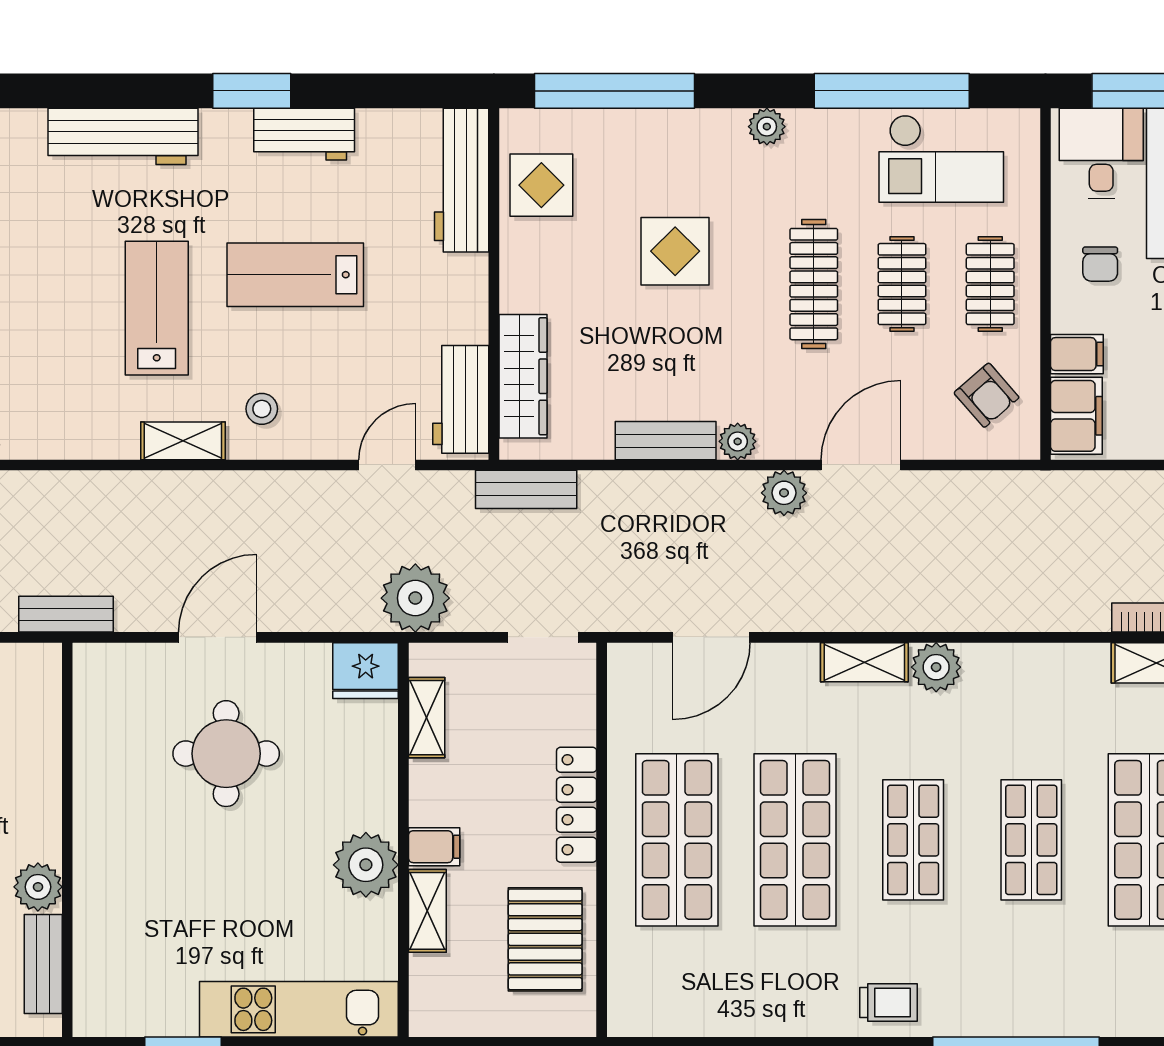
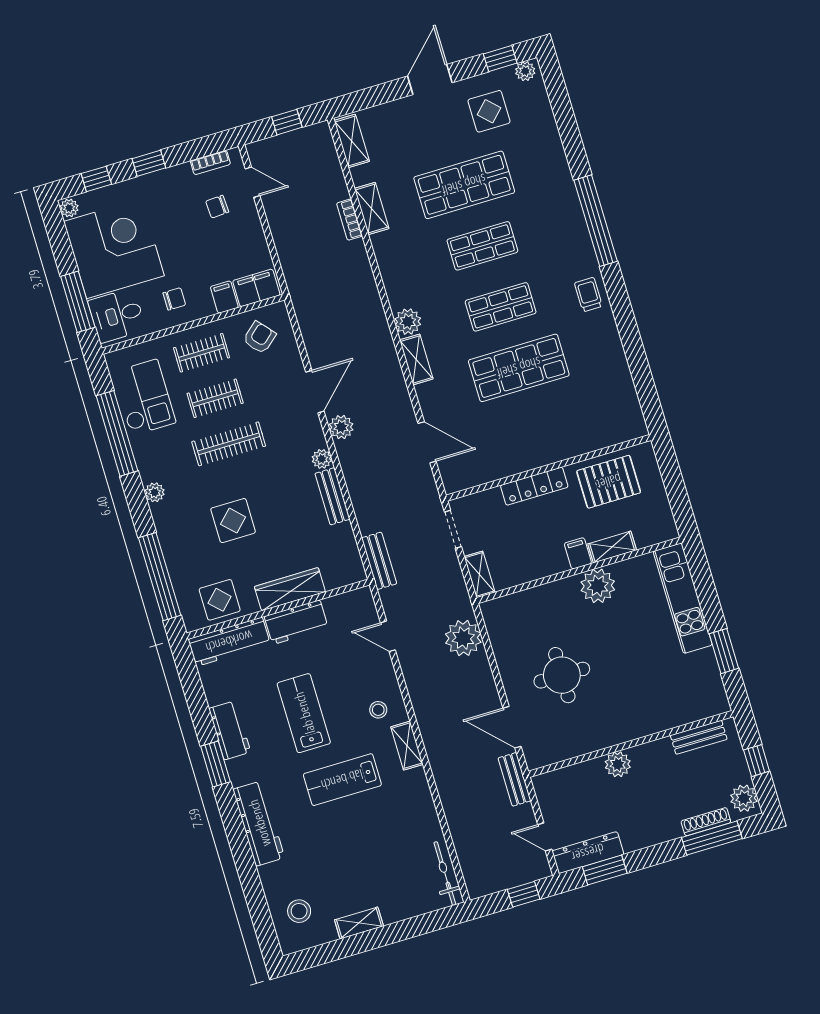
lab bench: (295, 275) -> (304, 713), turned 180
wardrobe: (523, 376) -> (290, 589), moved
workbench: (461, 399) -> (296, 622), moved
door: (861, 465) -> (315, 392), swing flipped
plant: (415, 598) -> (463, 638), moved
door: (218, 637) -> (512, 727), moved
fridge: (366, 671) -> (497, 616), removed
shelving: (427, 718) -> (479, 574), moved, turned 90
shop shelf: (677, 840) -> (537, 429), removed
plant: (38, 887) -> (618, 764), moved

